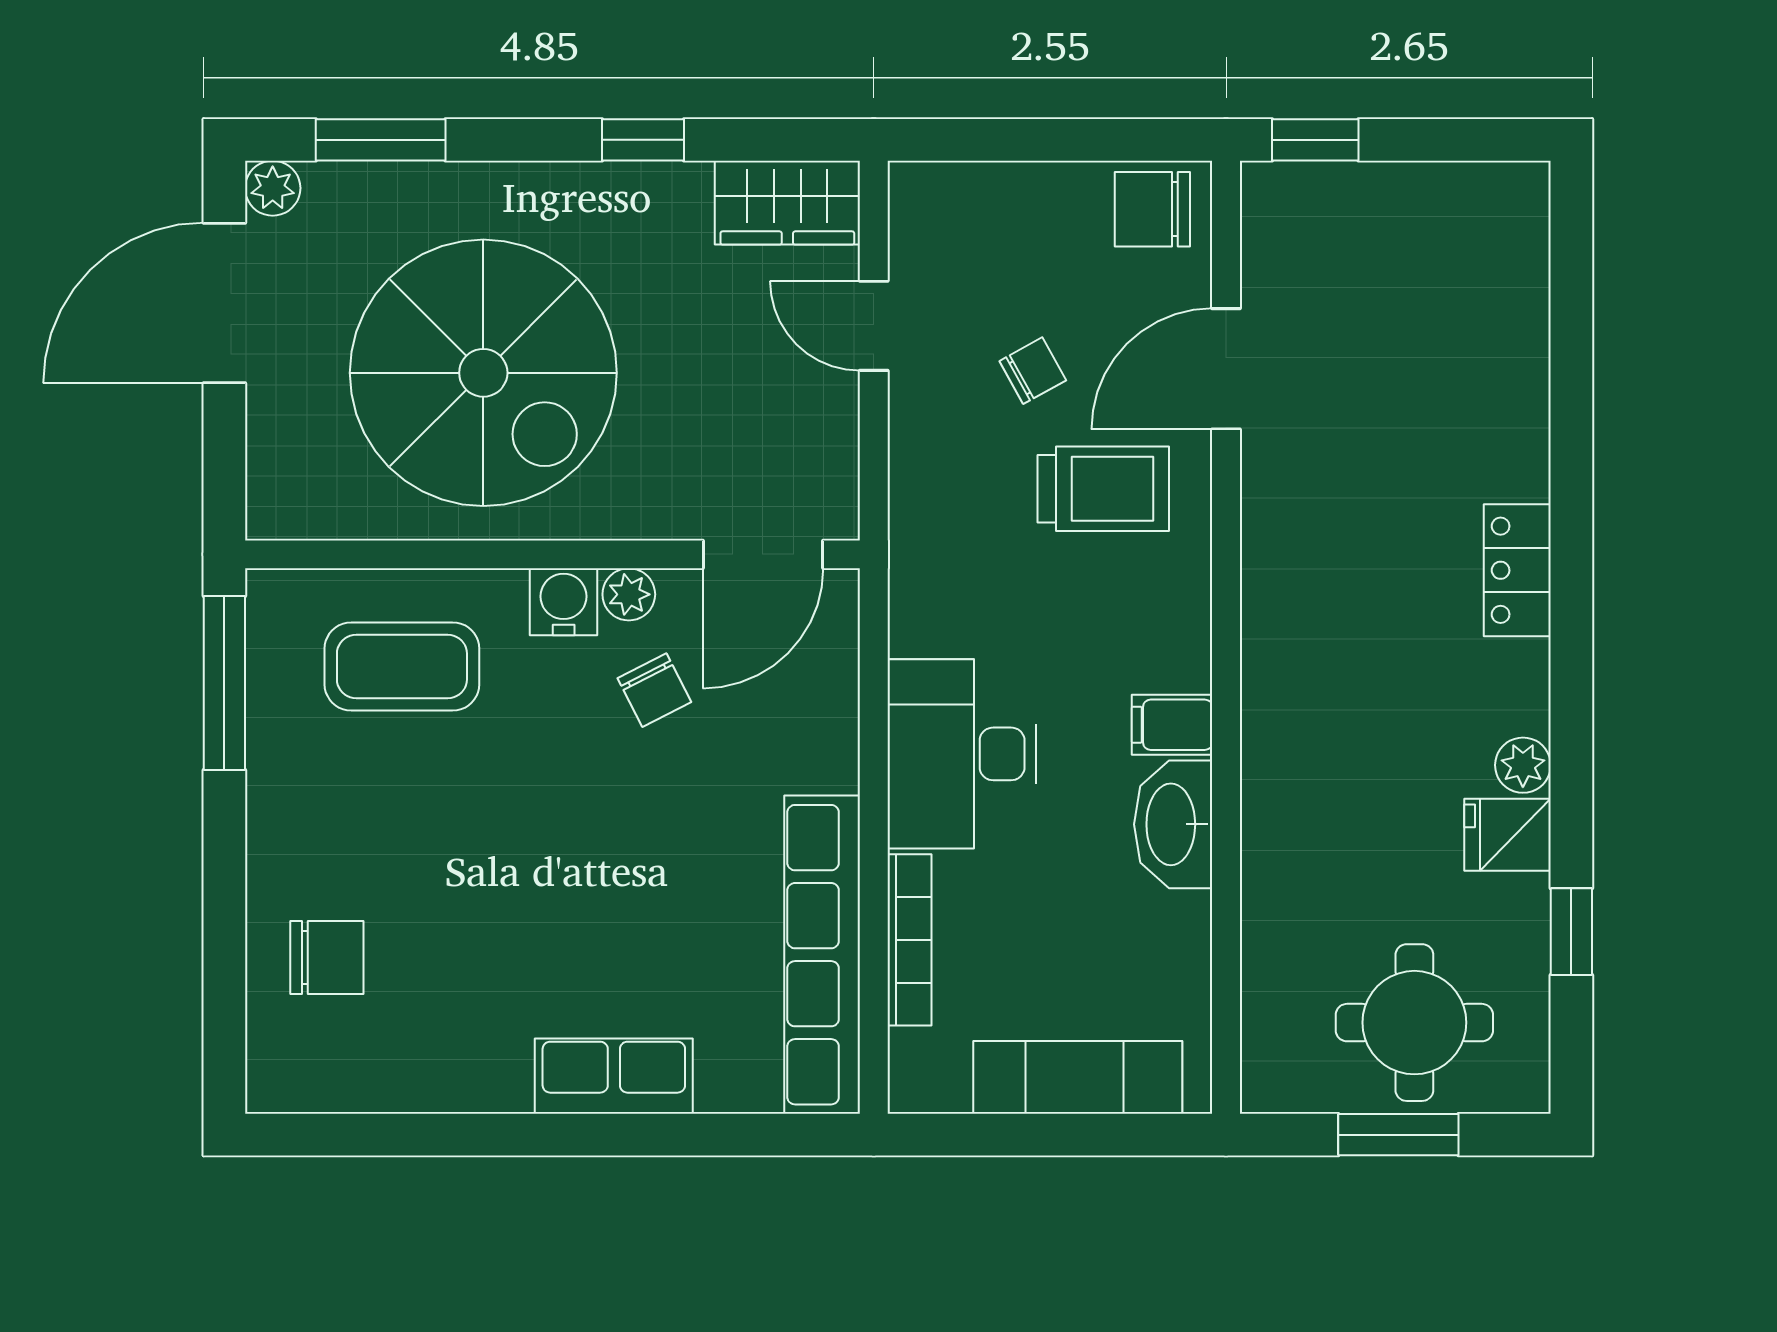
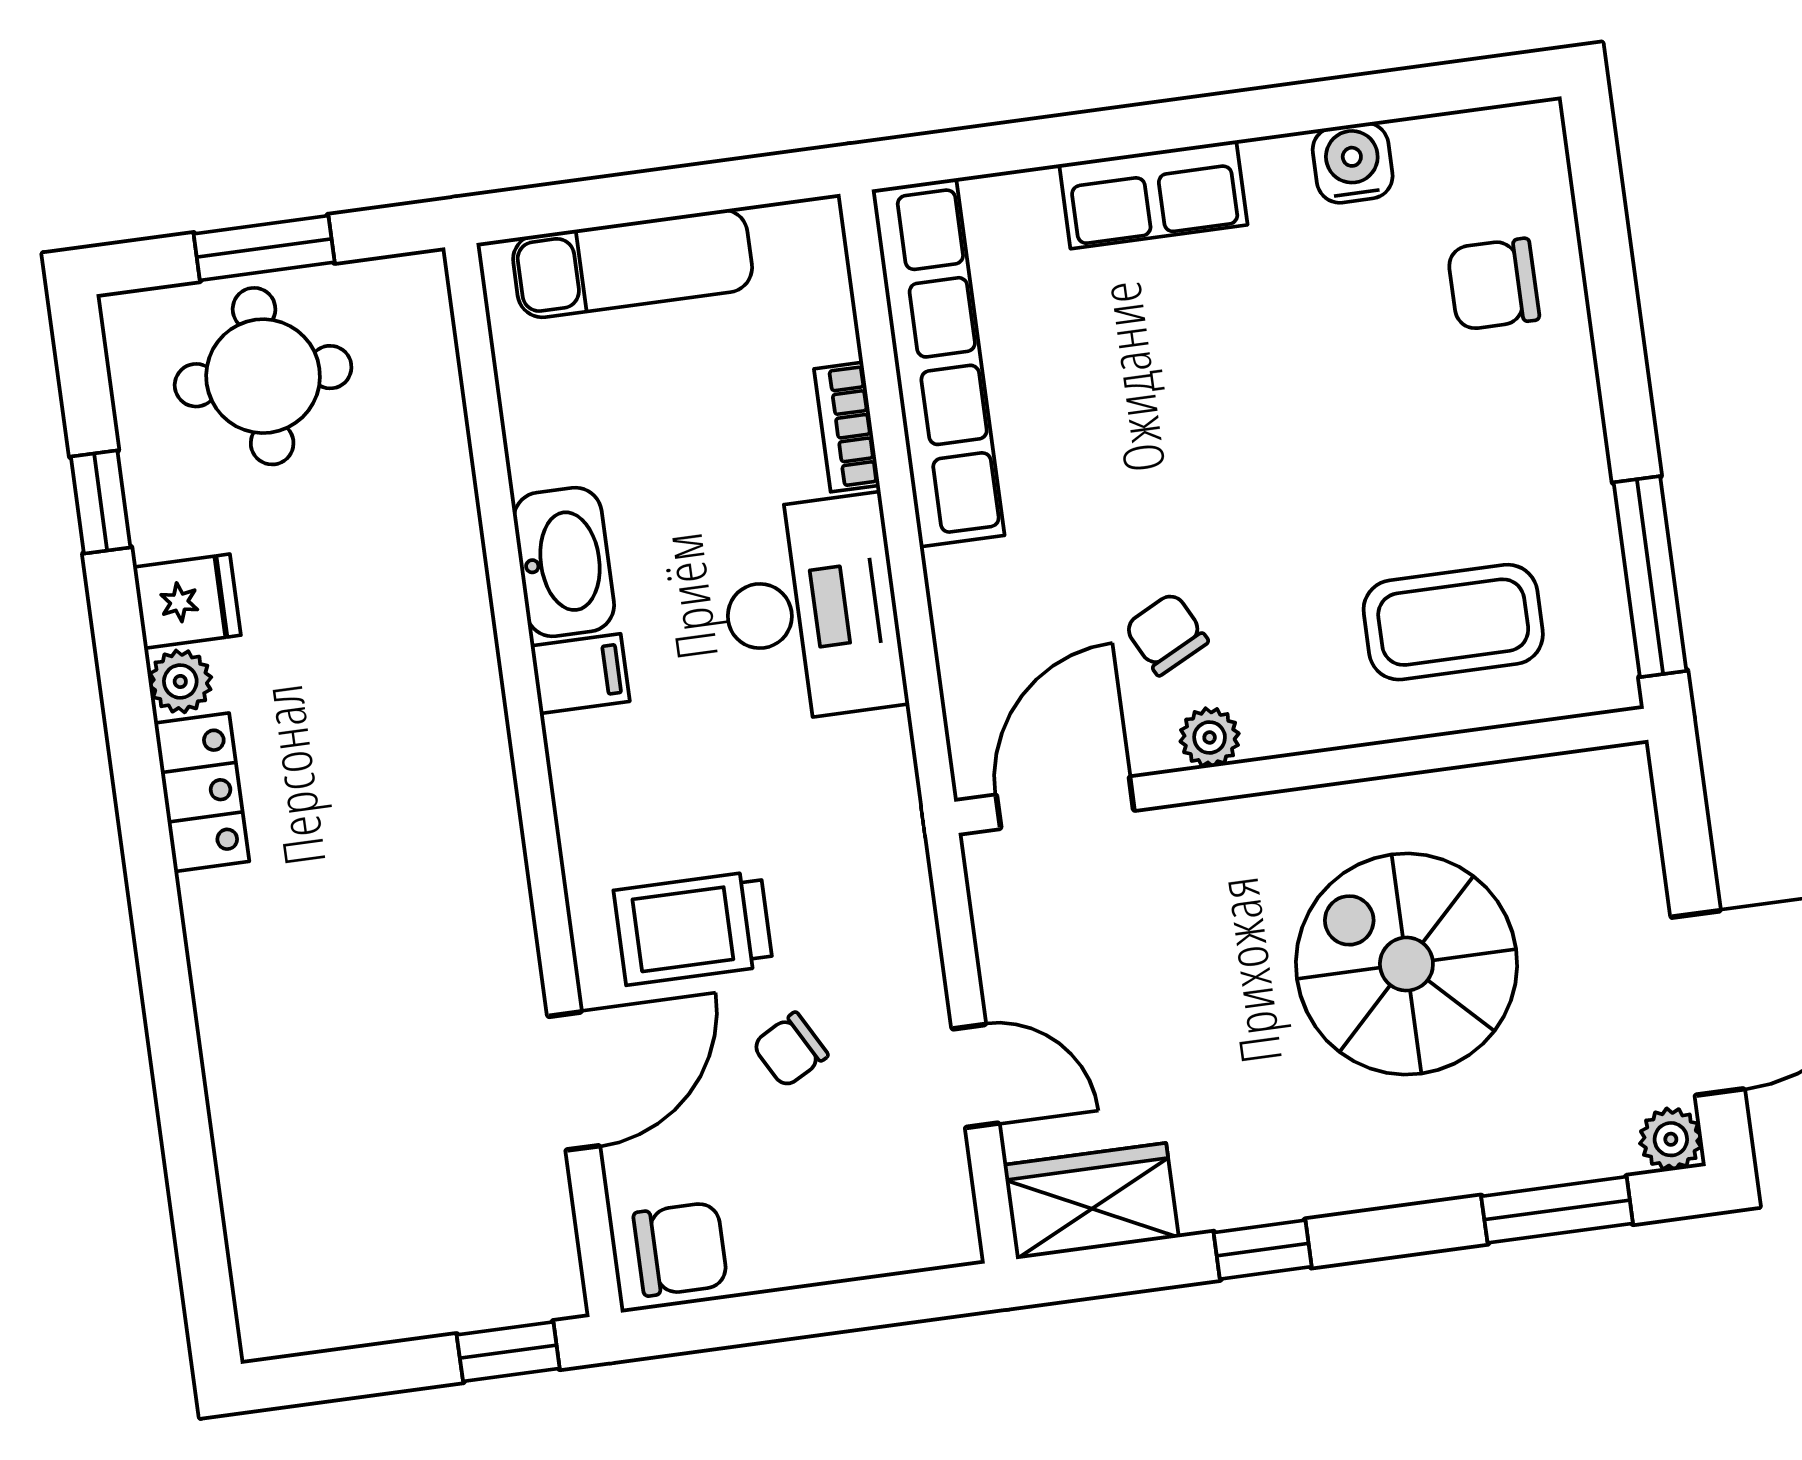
spiral stairs: (483, 373) -> (1406, 964), width x0.73, depth x0.73
locker: (1517, 570) -> (202, 792), moved
water cooler: (564, 602) -> (1353, 163), moved, turned 180
bookcase: (909, 940) -> (847, 427), width x0.64

